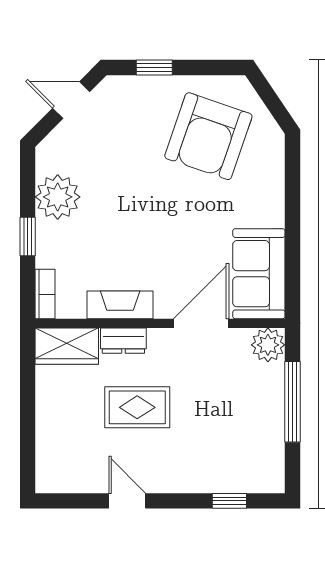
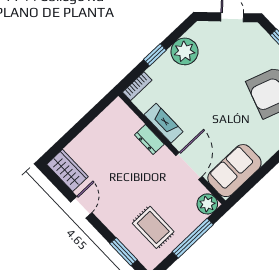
door: (201, 323) -> (189, 166), hinge flipped
wardrobe: (67, 346) -> (68, 170), moved, turned 180
rug: (137, 407) -> (153, 227), moved
window: (229, 501) -> (124, 252), width x1.50

